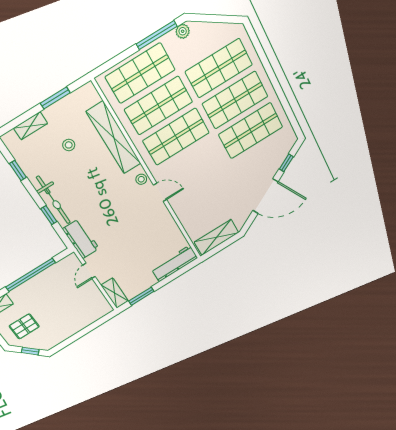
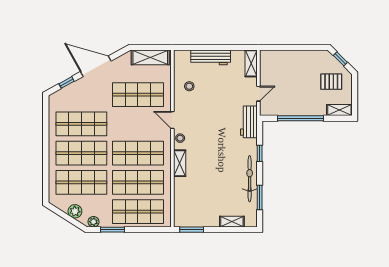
plant: (209, 31) -> (75, 211), added
window: (157, 35) -> (113, 230), width x0.69
window: (55, 98) -> (192, 230), moved
shelving: (114, 138) -> (180, 163), width x0.45, depth x0.75
stool: (69, 145) -> (189, 86), moved
window: (18, 171) -> (260, 198), width x1.50
shop shelf: (209, 195) -> (138, 95), added
bicycle: (53, 200) -> (250, 179), moved
workbench: (174, 263) -> (211, 57), moved
window: (141, 296) -> (233, 47), removed

